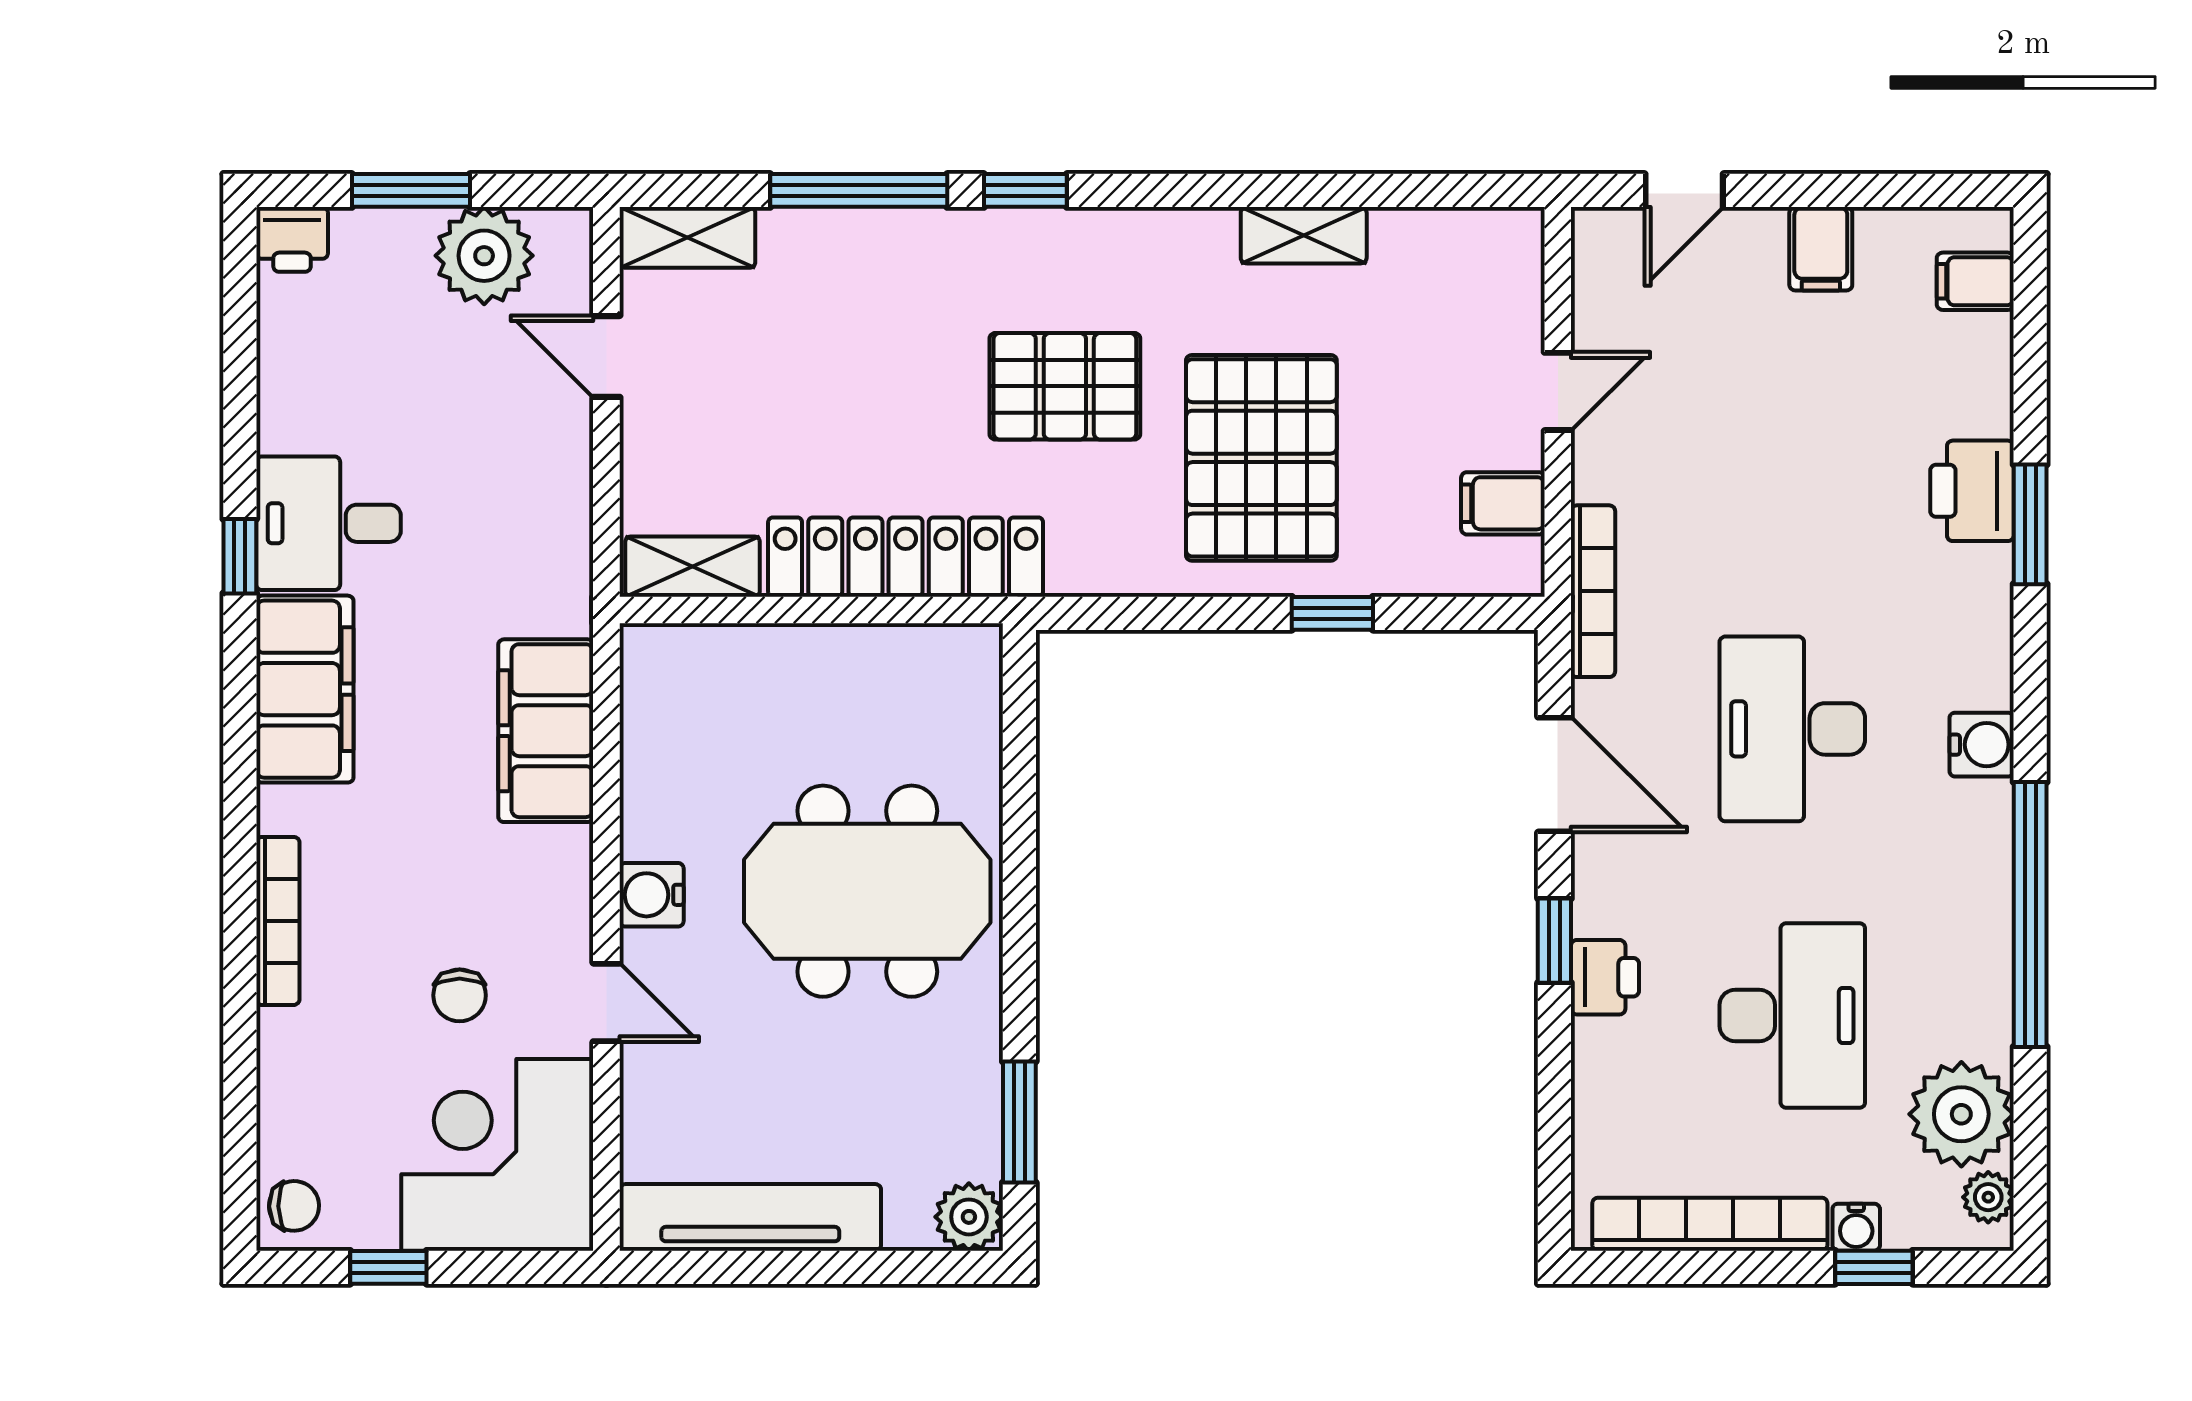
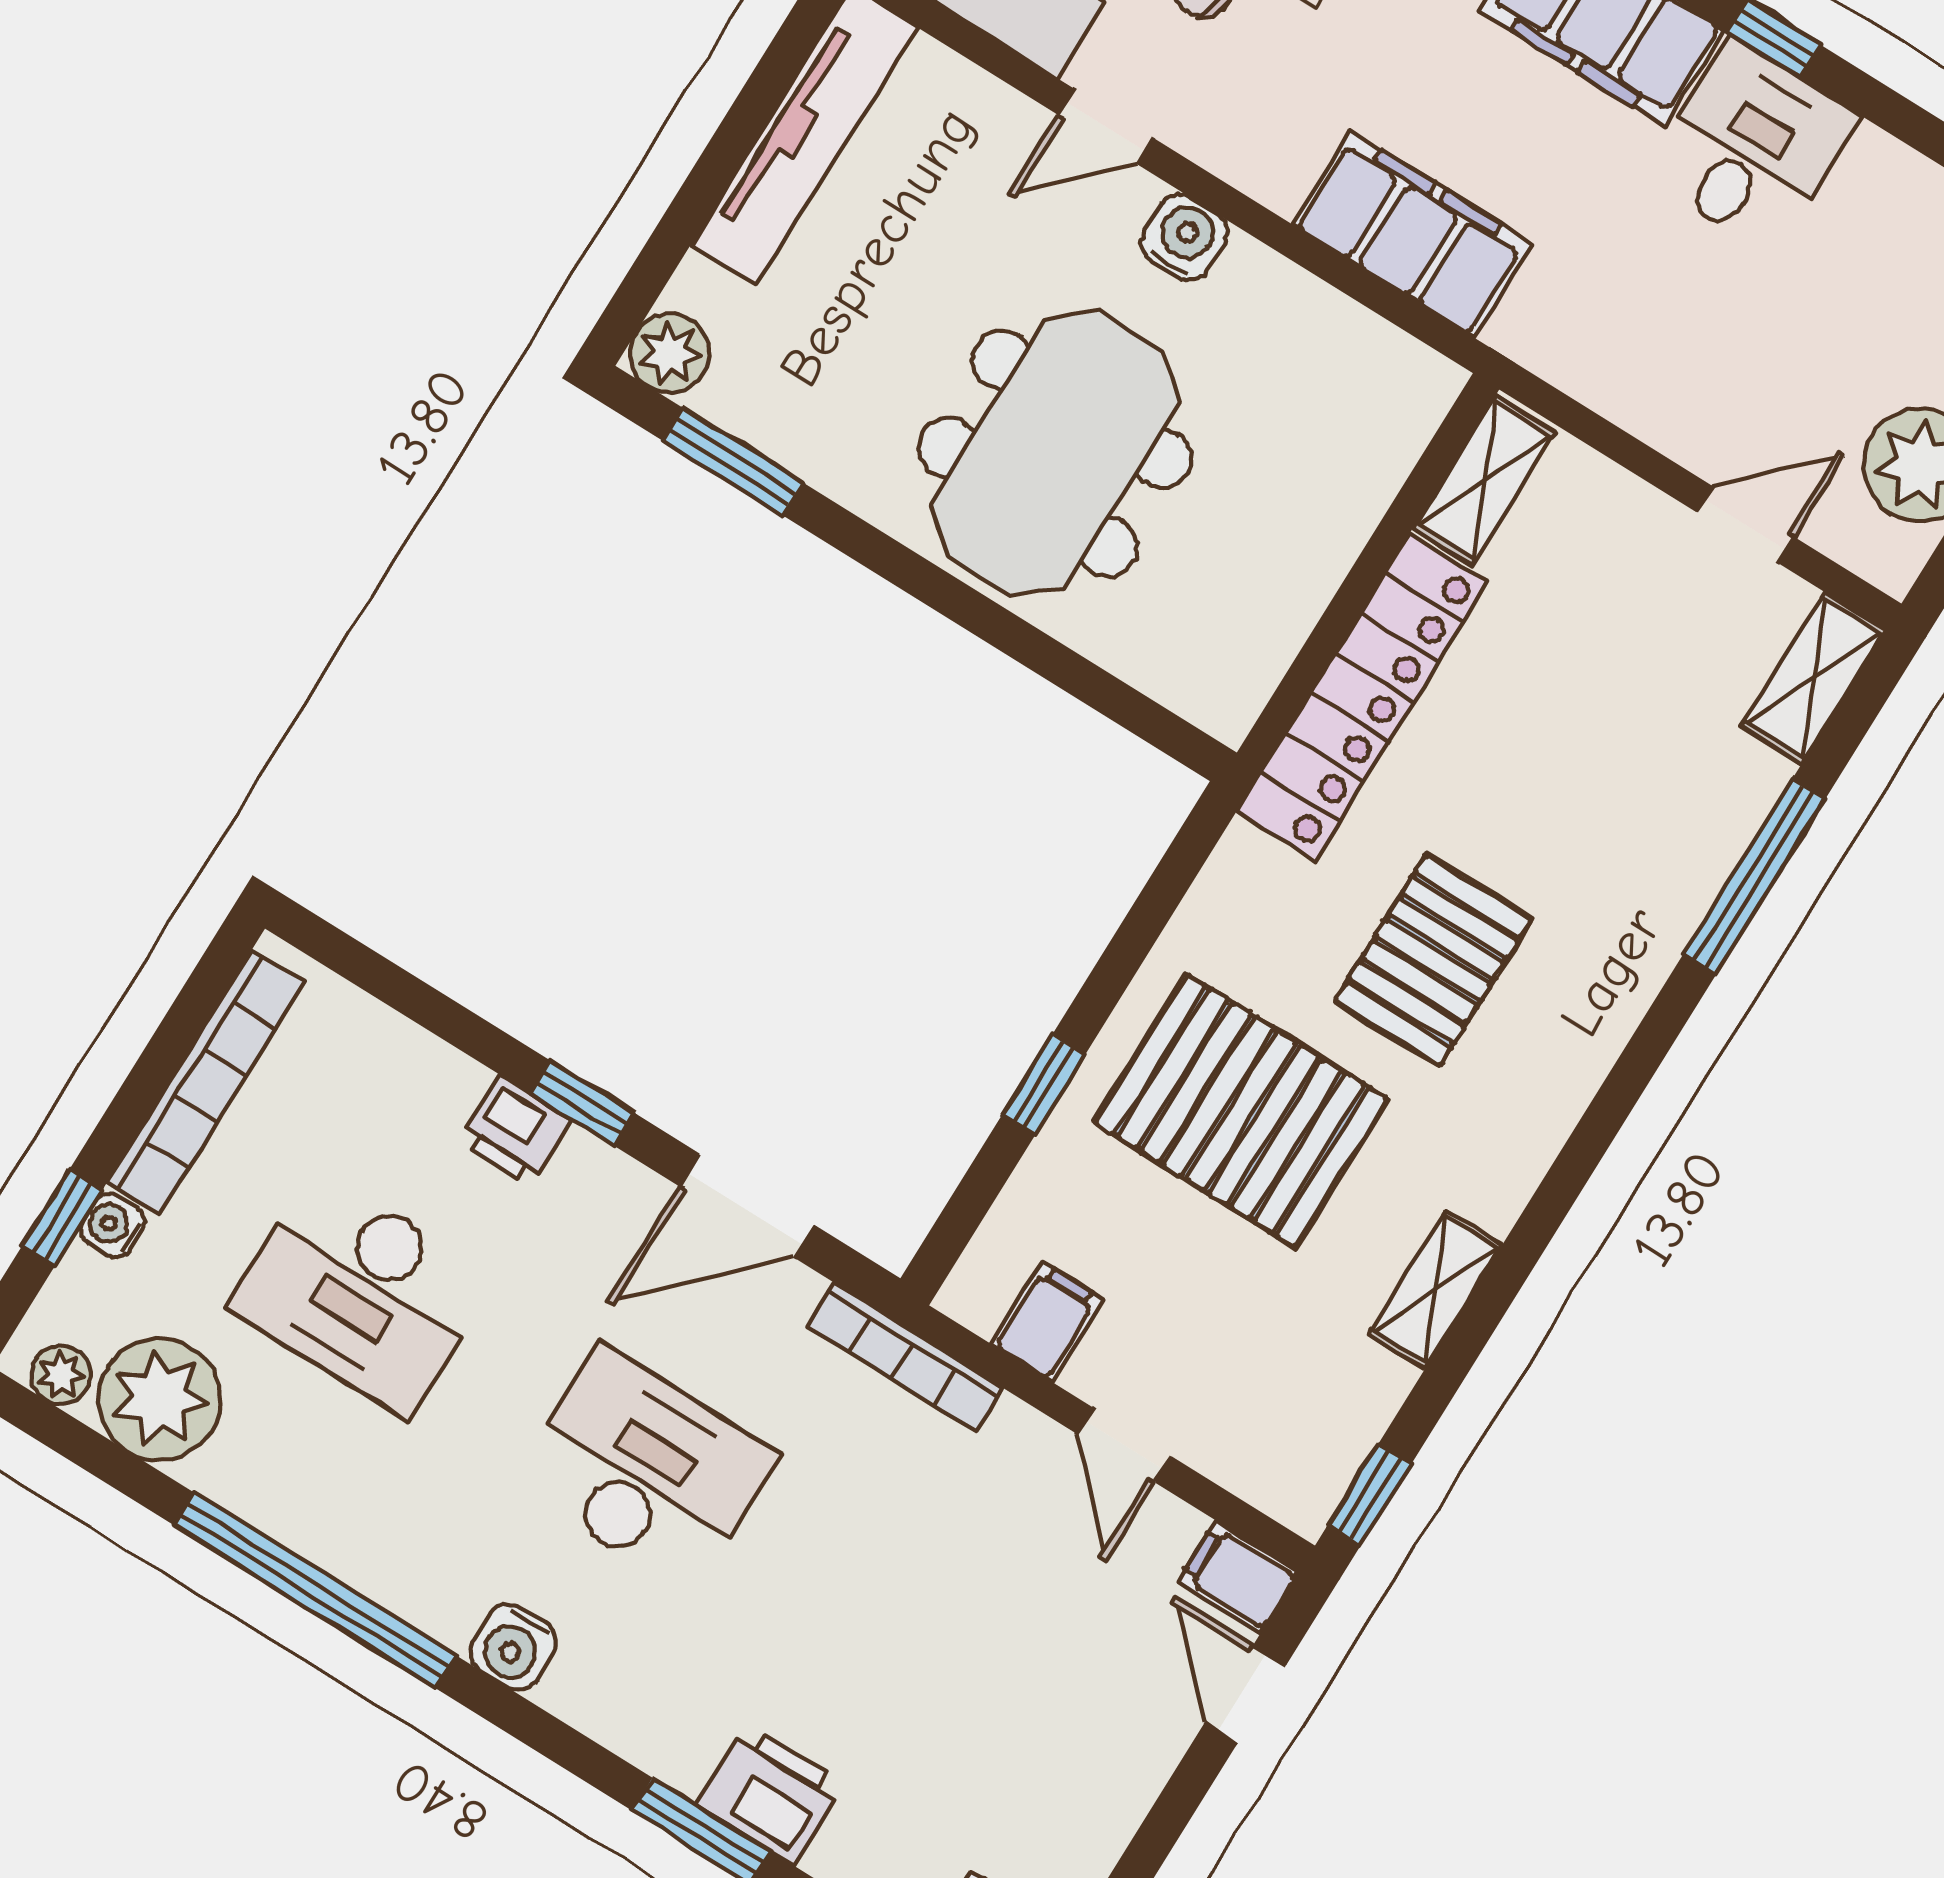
window: (1025, 190) -> (1370, 1494), moved
filing cabinet: (1821, 249) -> (1238, 1577), moved

